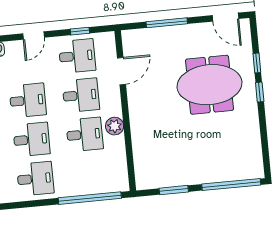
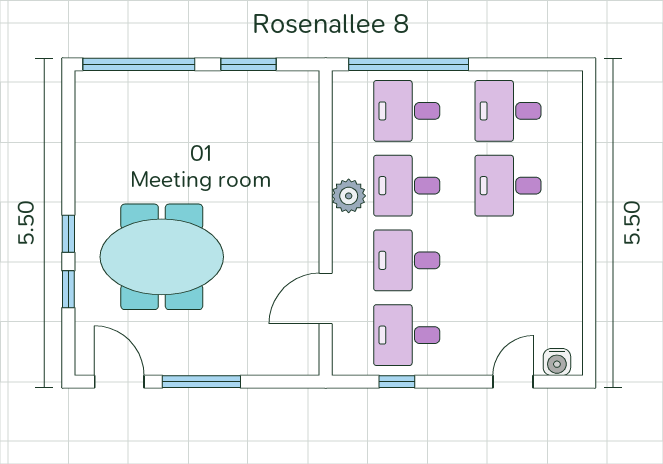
window: (167, 23) -> (201, 382), moved
door: (34, 36) -> (513, 382), moved
desk: (28, 100) -> (407, 111), moved

